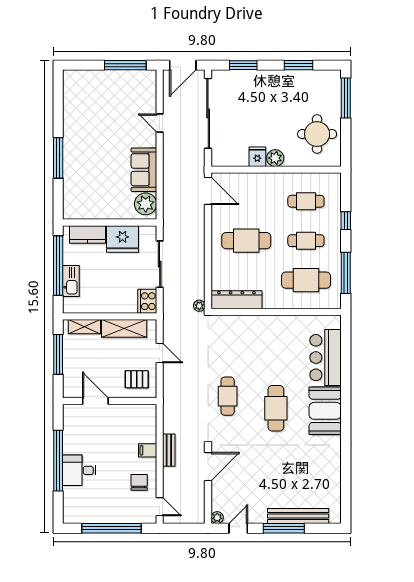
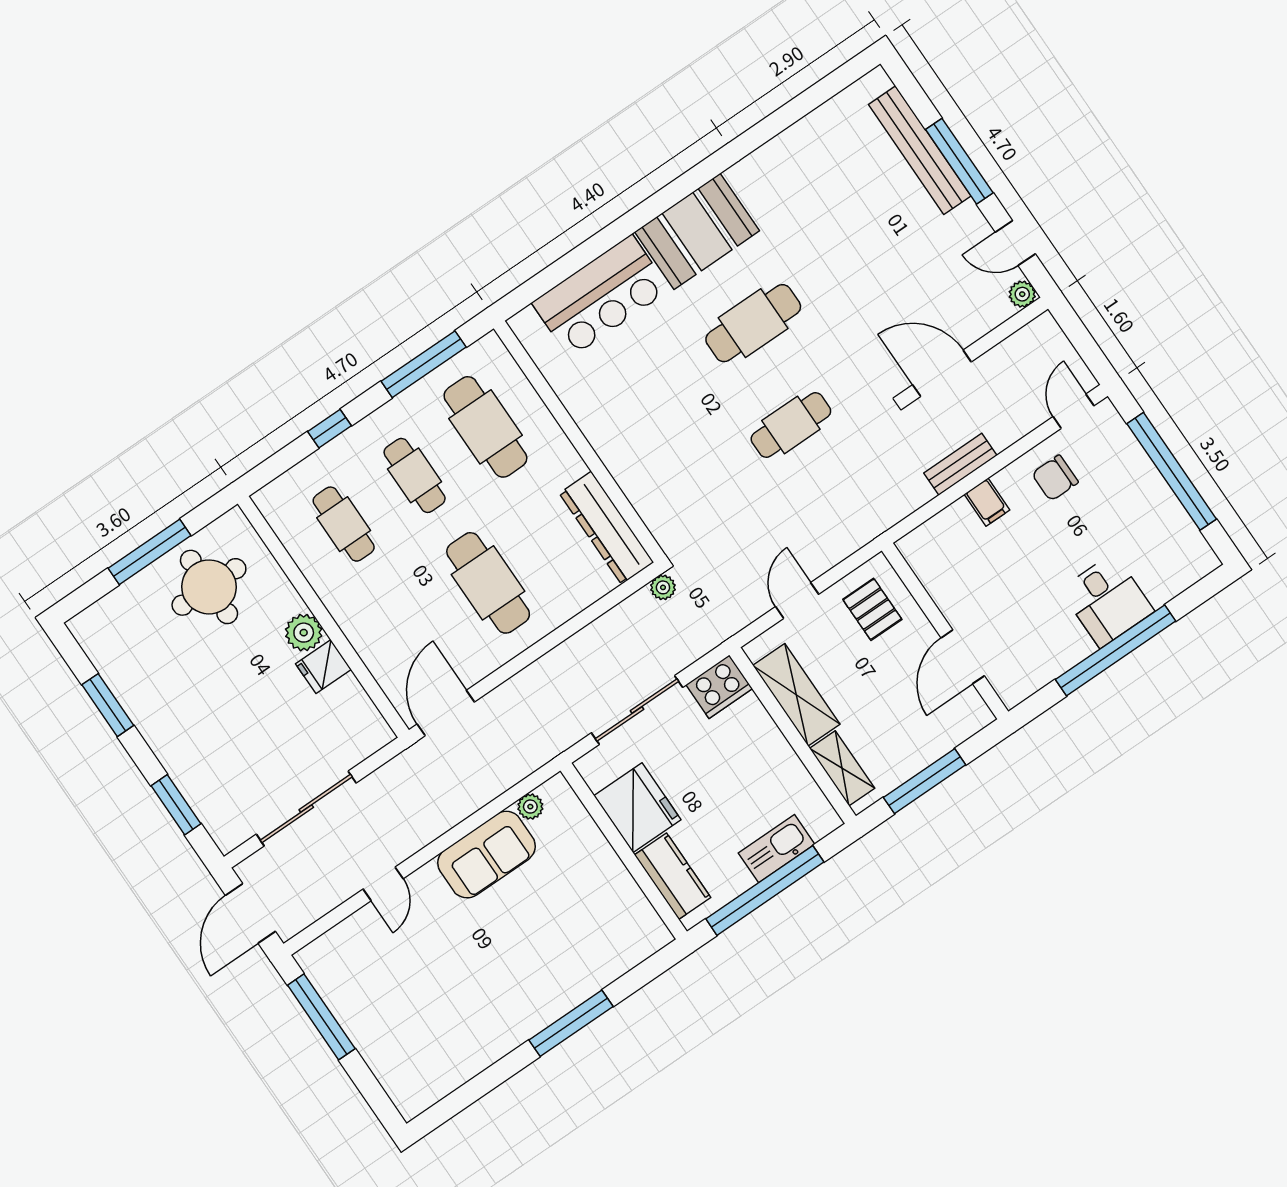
door: (183, 65) -> (250, 913), swing flipped
window: (346, 98) -> (149, 552), moved
sliding door: (208, 113) -> (306, 809), width x0.73
plant: (146, 204) -> (530, 807), width x0.53, depth x0.53

